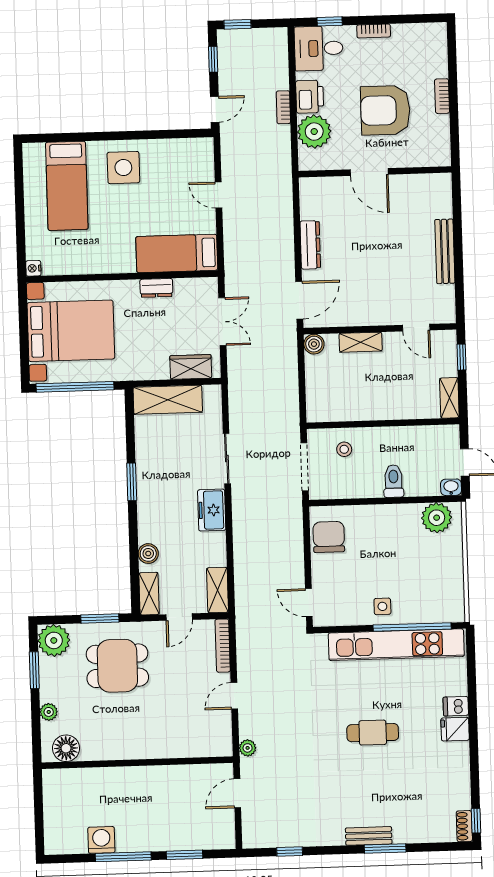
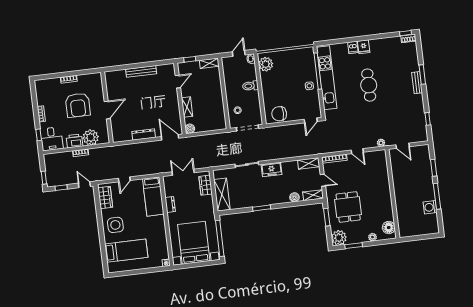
wardrobe: (184, 151) -> (105, 197), added
cafe table: (373, 733) -> (369, 85), width x1.37, depth x1.35

